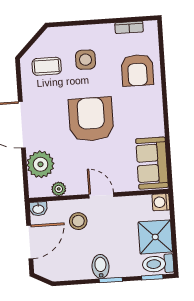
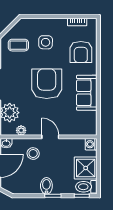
sofa: (152, 163) -> (87, 93), moved

